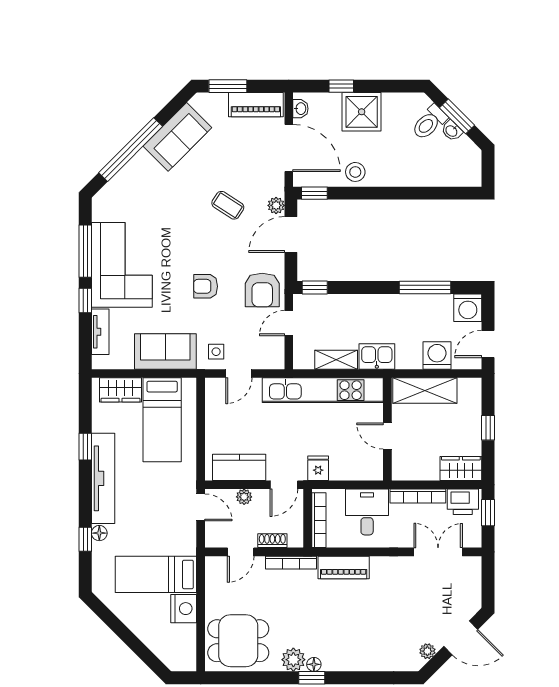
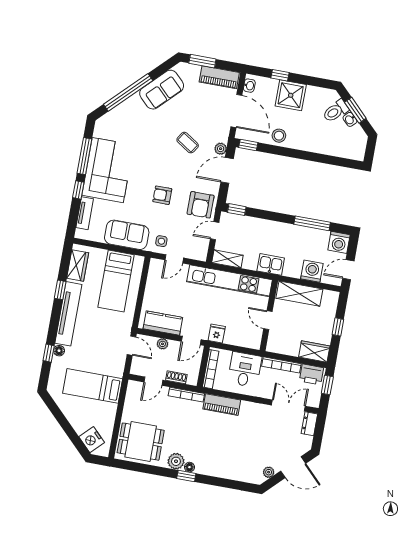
shelving: (336, 360) -> (227, 259), moved
wardrobe: (121, 390) -> (78, 265), moved, turned -90
dresser: (473, 572) -> (309, 424), added
nightstand: (184, 609) -> (92, 440), moved, turned 135

